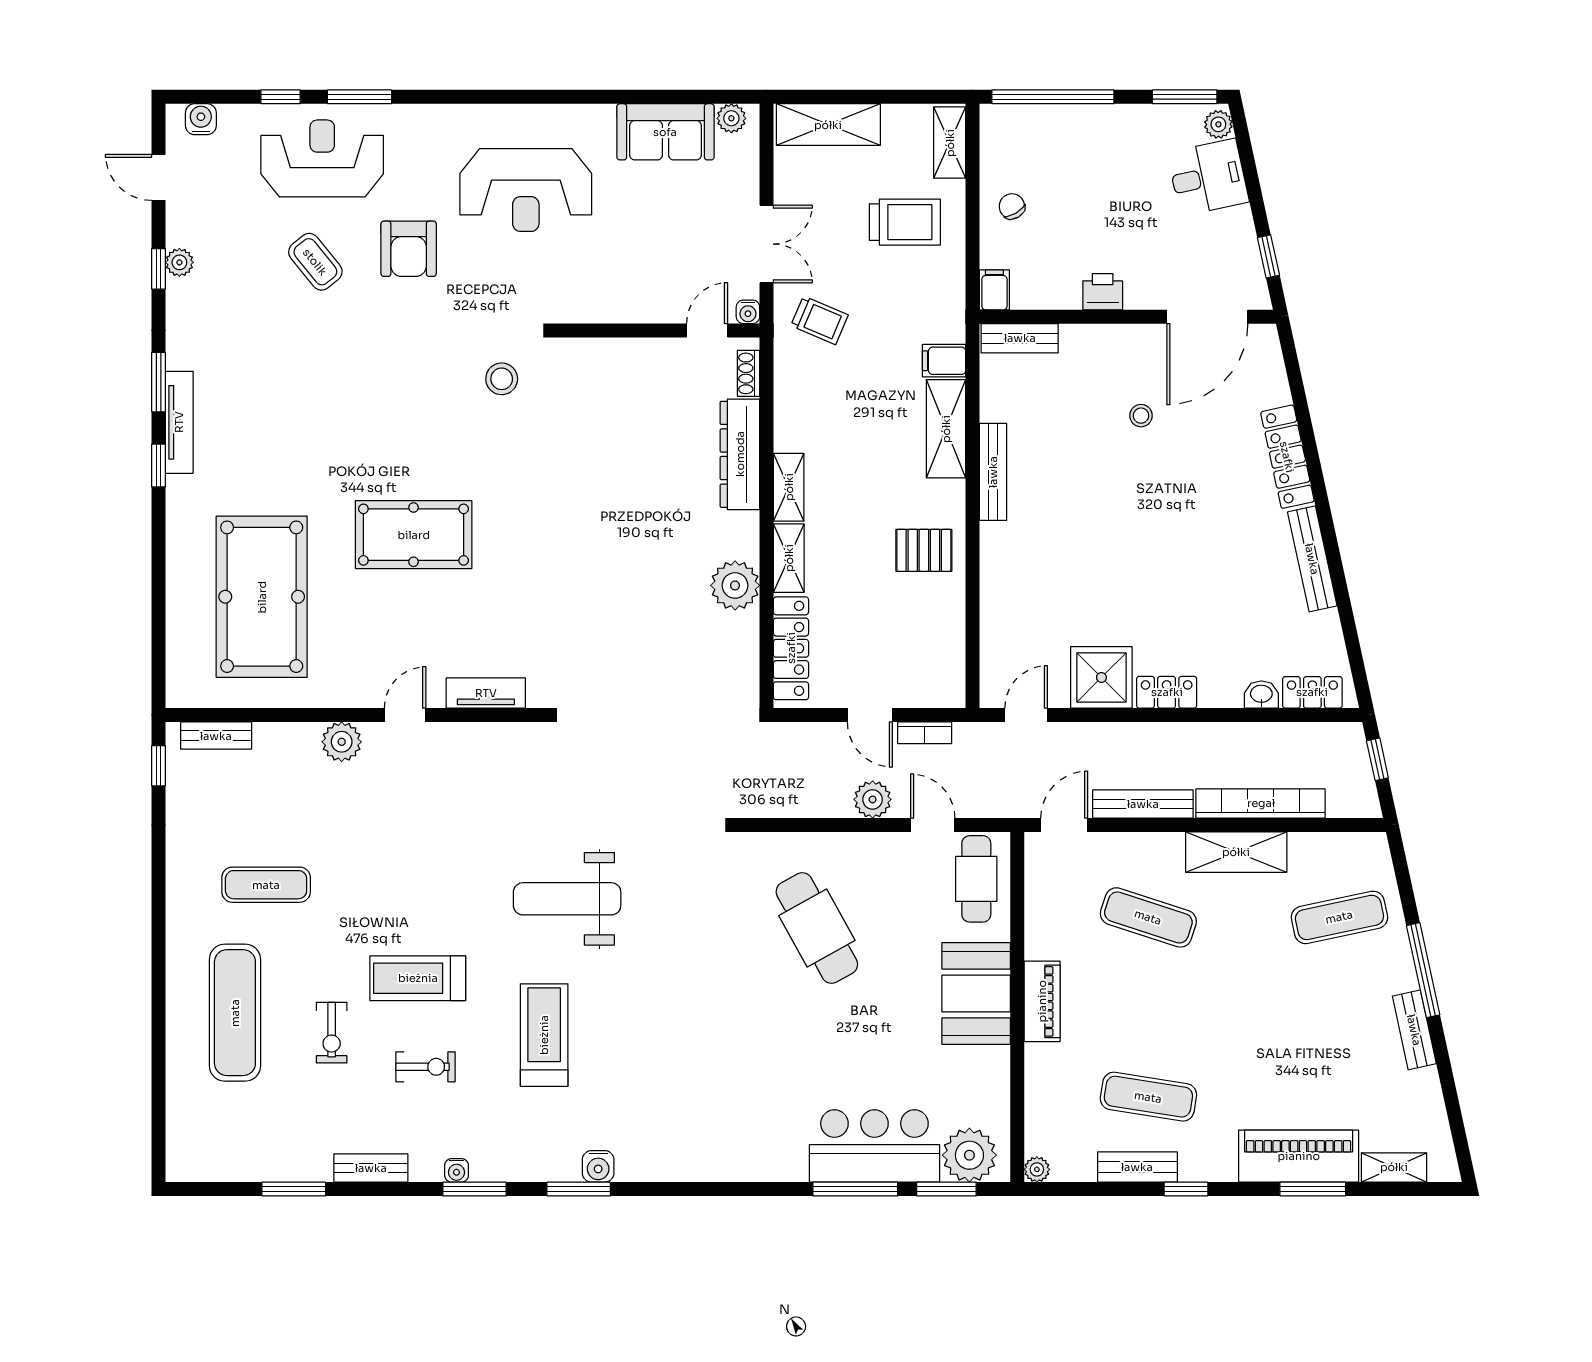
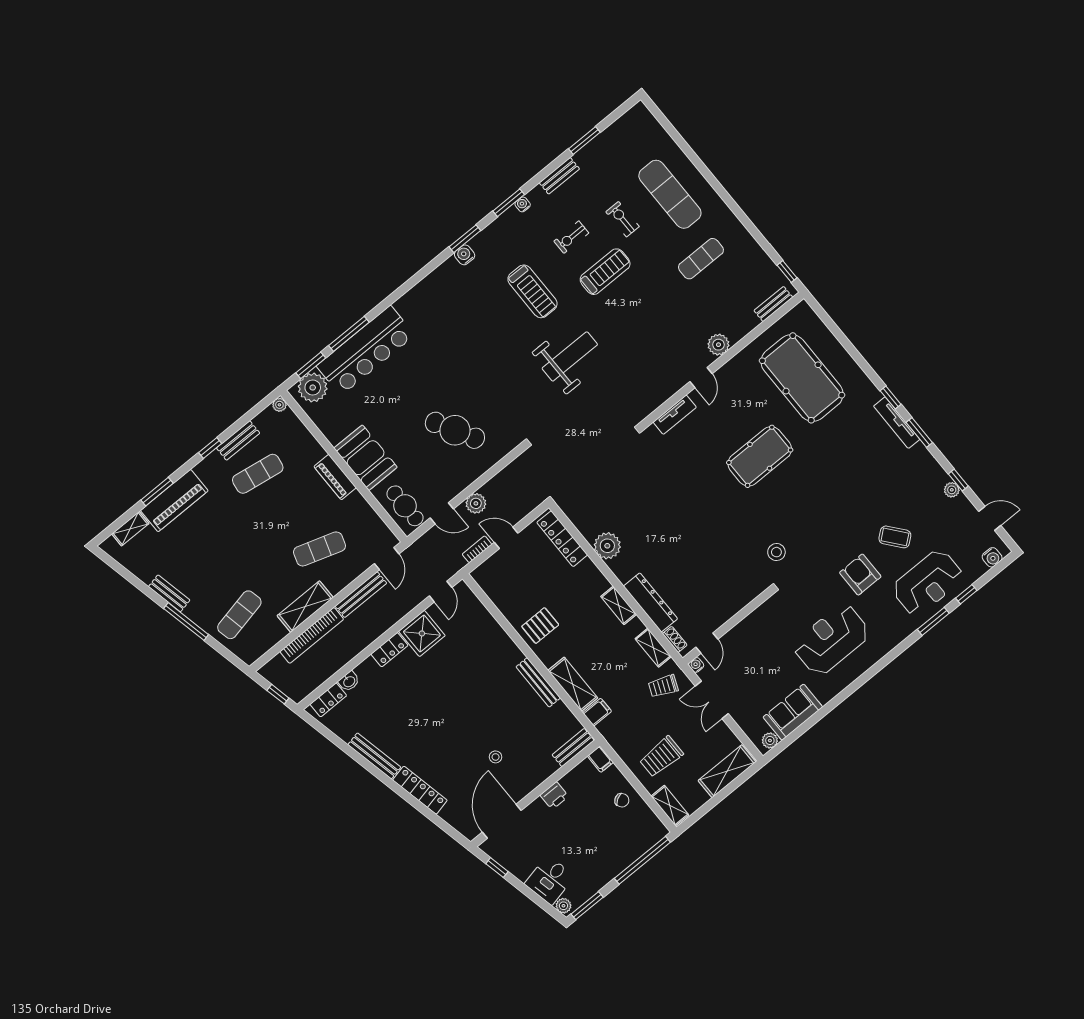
shelving: (789, 558) -> (653, 648), moved
bar counter: (874, 1146) -> (366, 350), width x1.36

